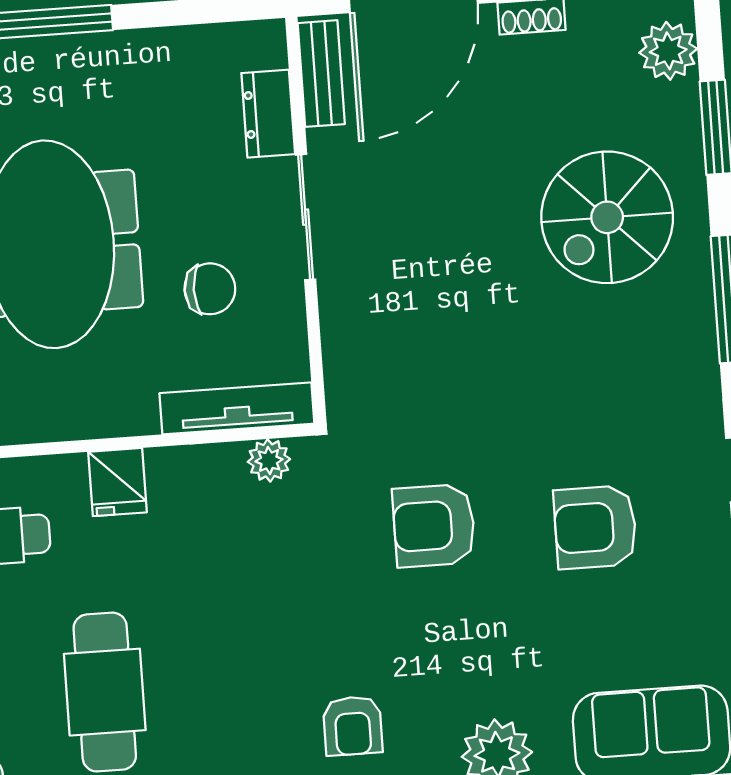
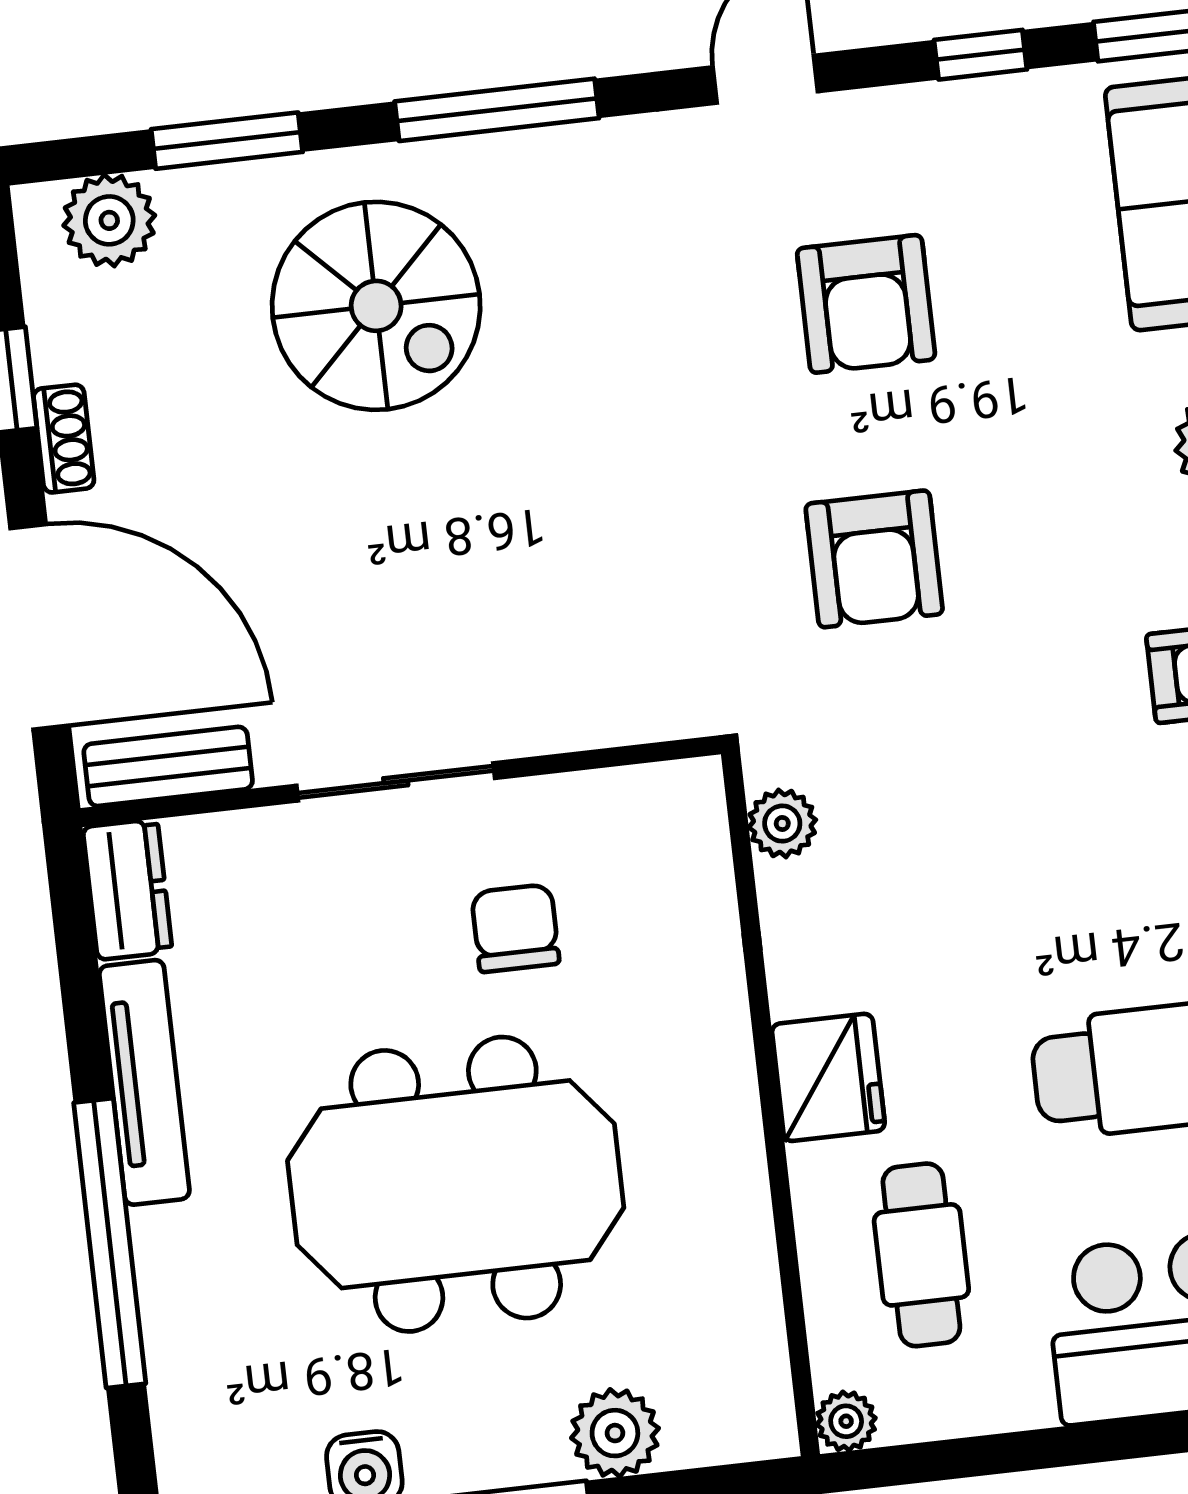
dresser: (268, 114) -> (127, 889), moved, turned -90
tv unit: (237, 408) -> (144, 1082), moved, turned 180
fridge: (118, 482) -> (828, 1077), width x1.38

